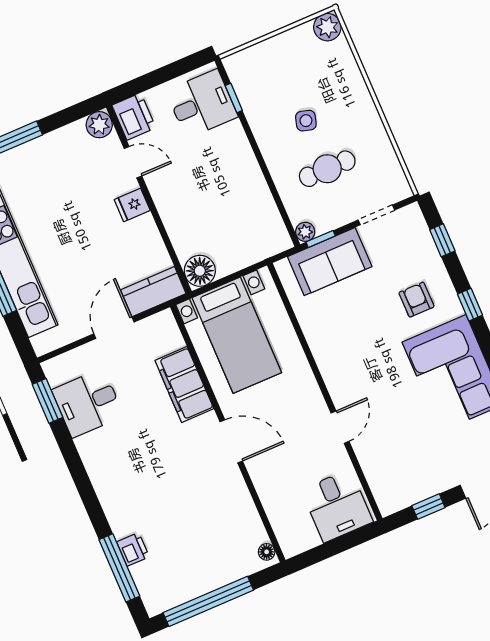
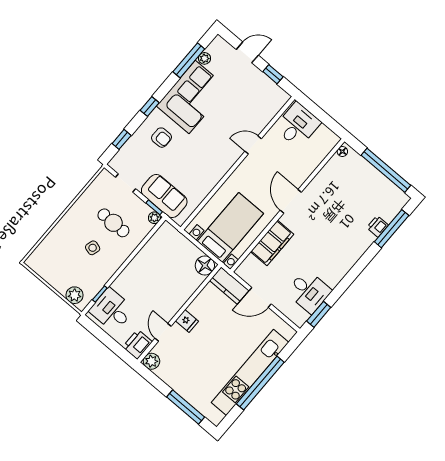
plant: (327, 27) -> (74, 295), moved
armchair: (416, 300) -> (161, 138), turned -90

